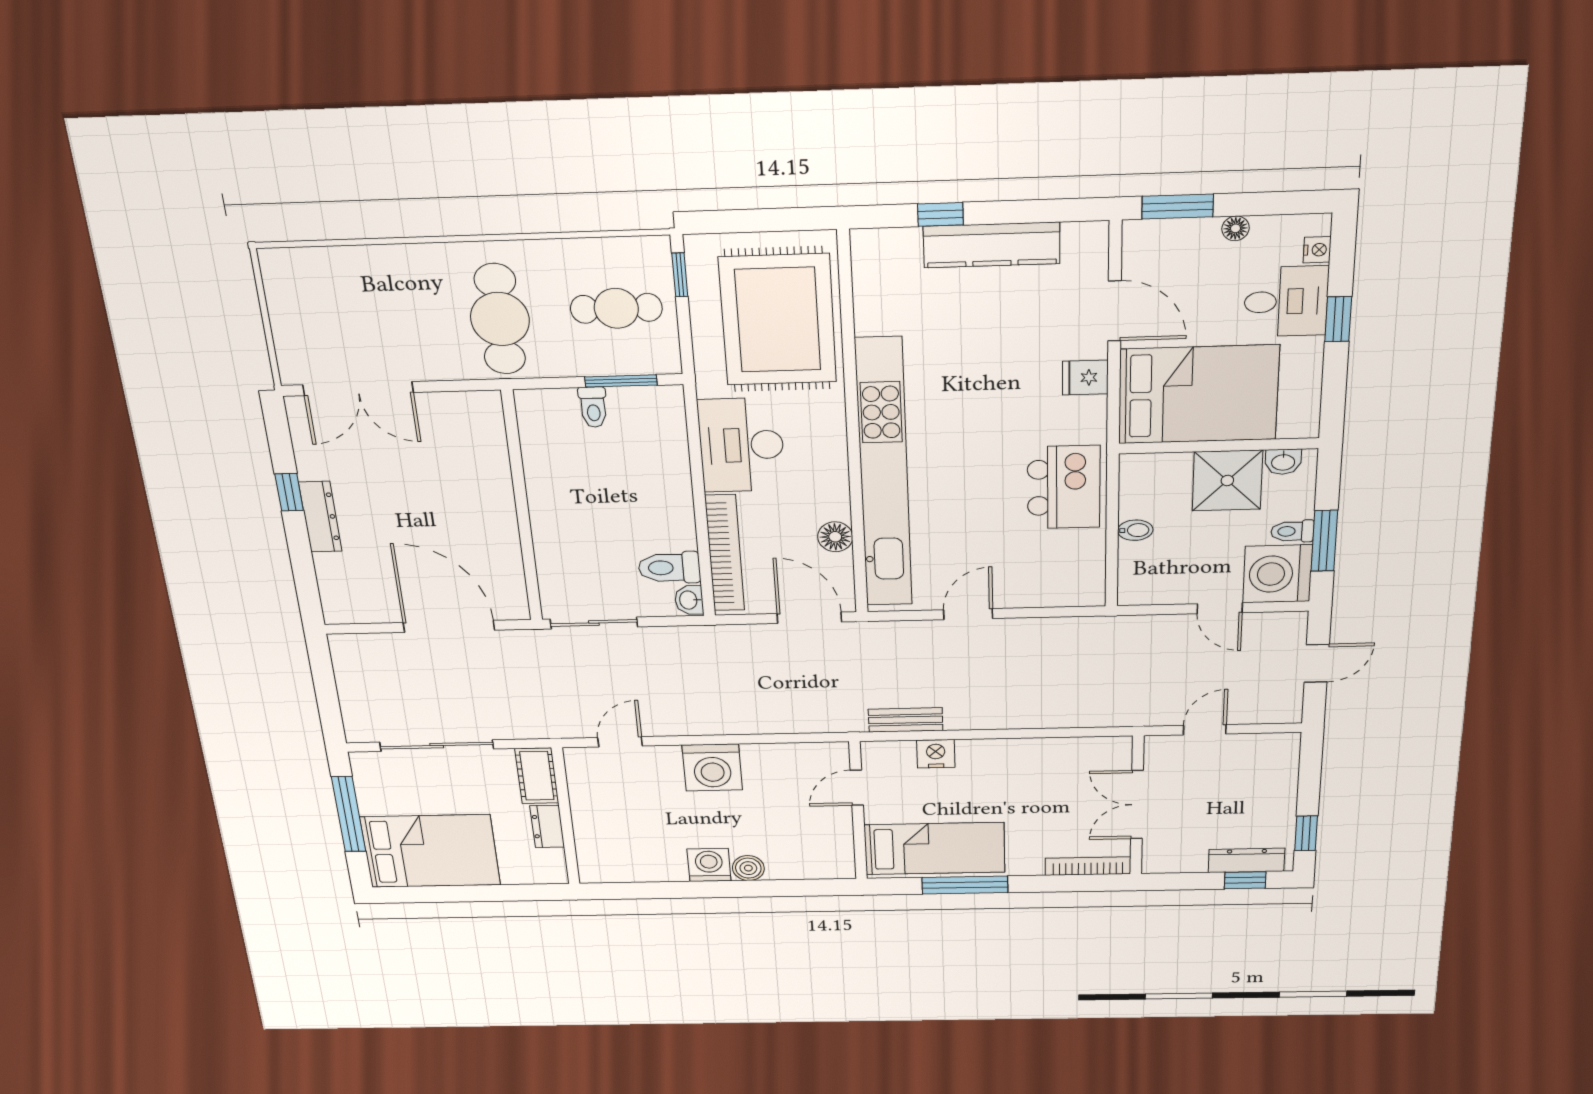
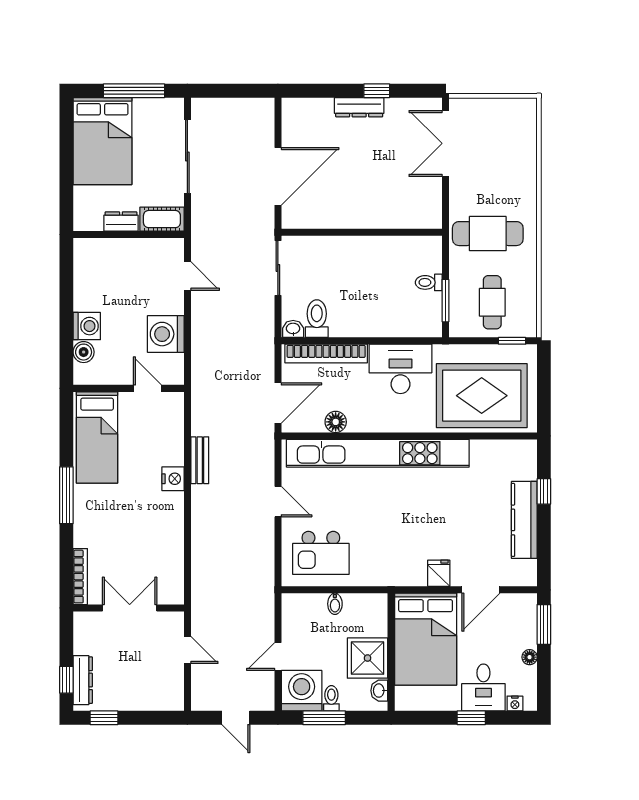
kitchen island: (1064, 487) -> (321, 553), moved
door: (857, 788) -> (147, 388), moved
wall: (858, 811) -> (129, 388), moved
bed: (935, 849) -> (97, 437), moved

